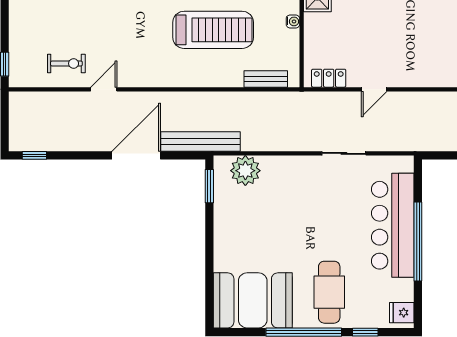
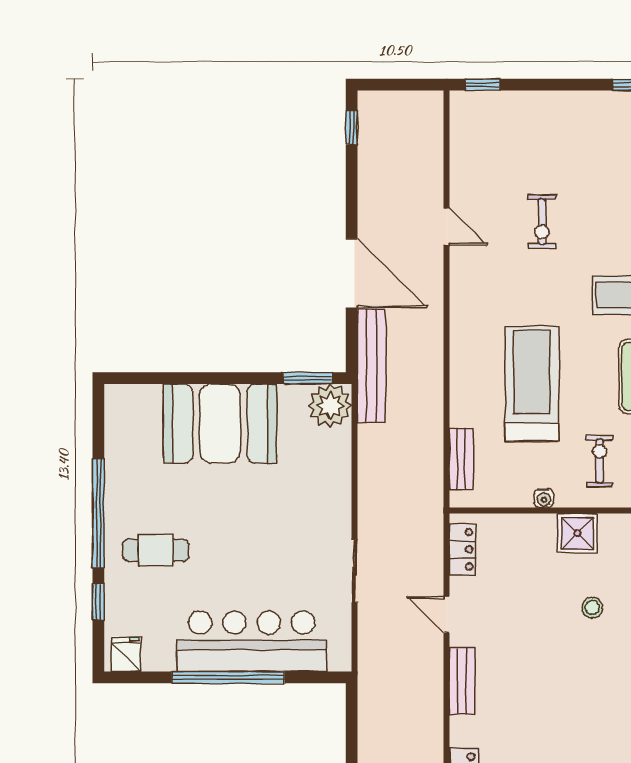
treadmill: (213, 30) -> (532, 384), turned 180
exercise bike: (66, 63) -> (542, 222), moved
bench: (420, 78) -> (462, 681), added
plant: (245, 171) -> (330, 406), moved
cafe table: (329, 292) -> (156, 550), width x0.73, depth x0.74
booth: (253, 300) -> (220, 424), moved, turned 90

